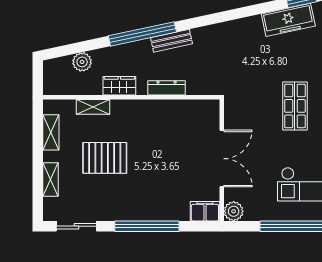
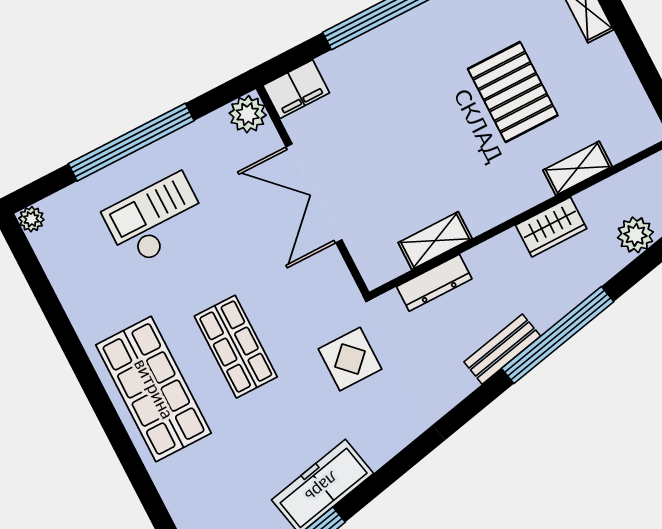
display table: (245, 73) -> (350, 359), added
dresser: (167, 88) -> (434, 283), moved
shelving: (51, 132) -> (435, 241), moved, turned 90
pallet: (105, 158) -> (513, 92), turned 90

